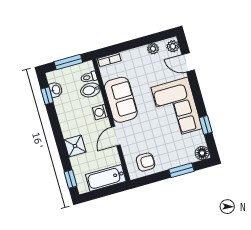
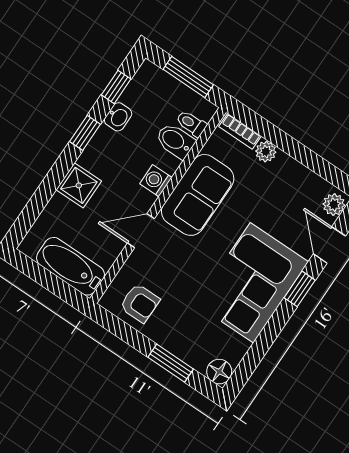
plant: (153, 49) -> (266, 152), moved
washbasin: (56, 90) -> (118, 117), moved
window: (206, 125) -> (300, 289), moved
window: (70, 179) -> (85, 133), moved

